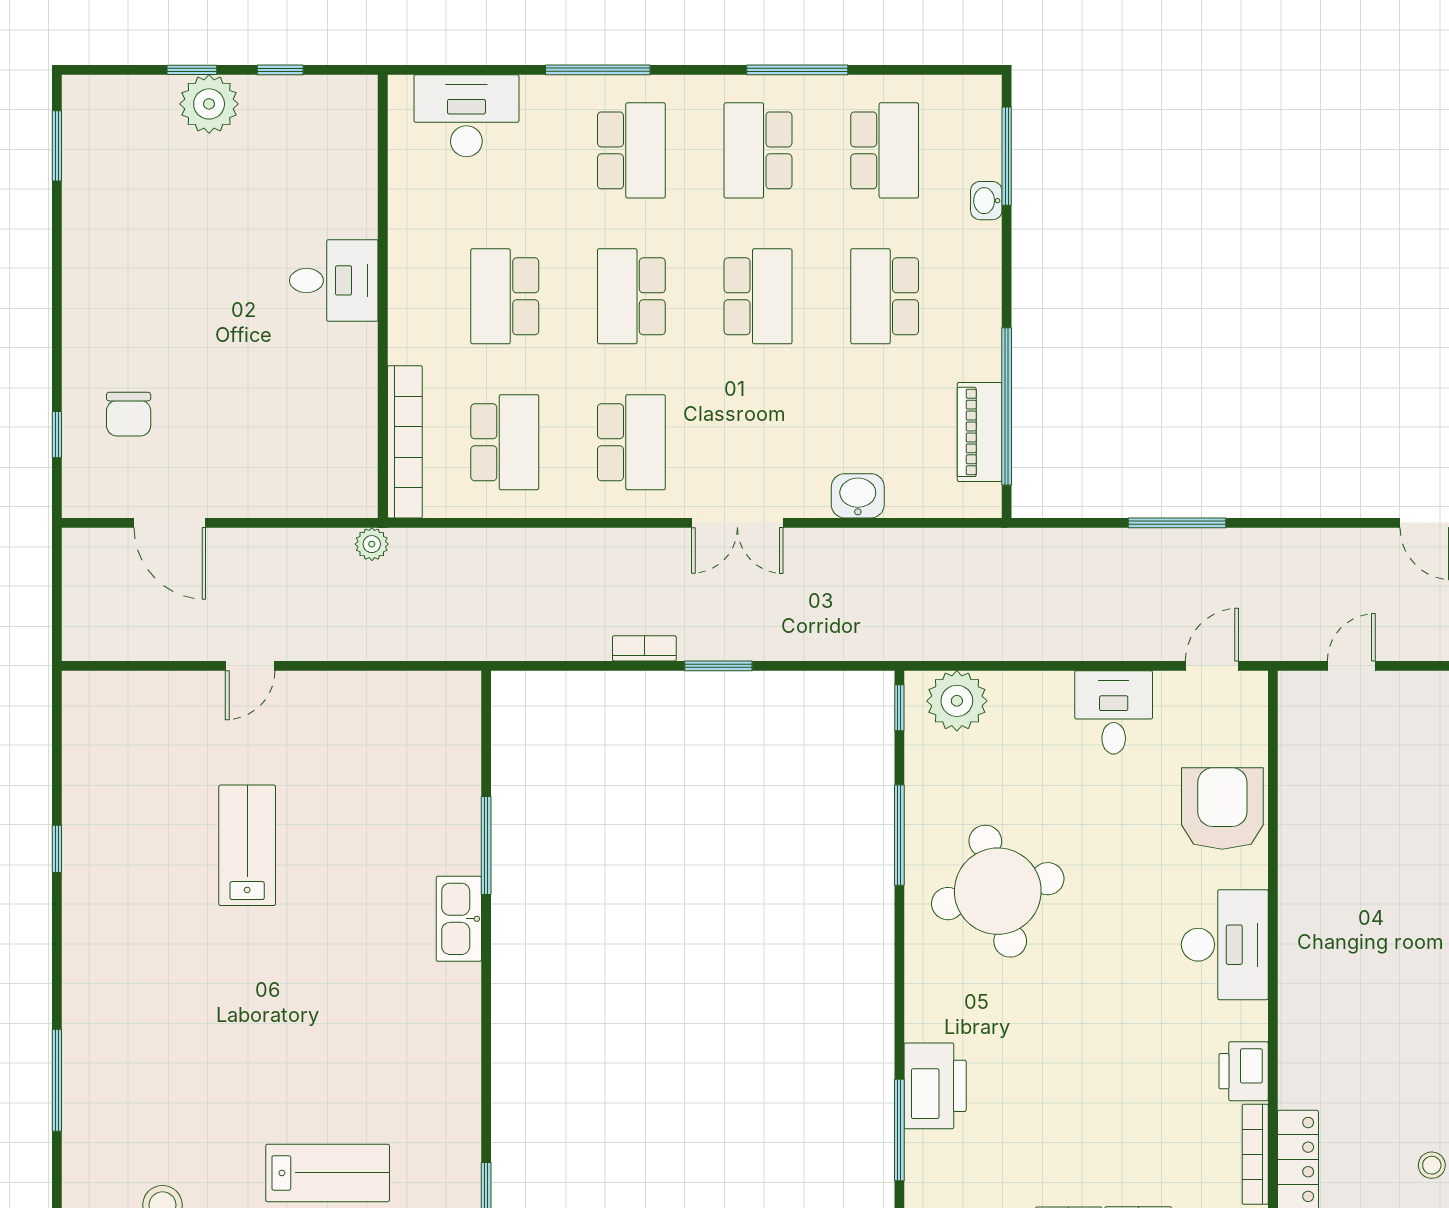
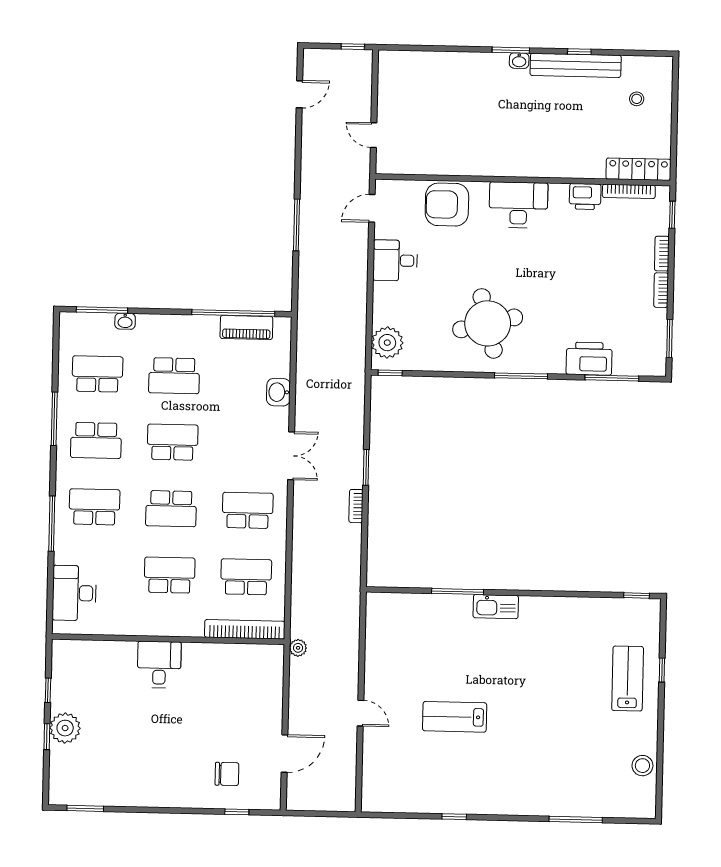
school desk: (505, 296) -> (170, 575), turned 180
door: (1212, 666) -> (372, 208), hinge flipped
window: (899, 835) -> (521, 376), moved

